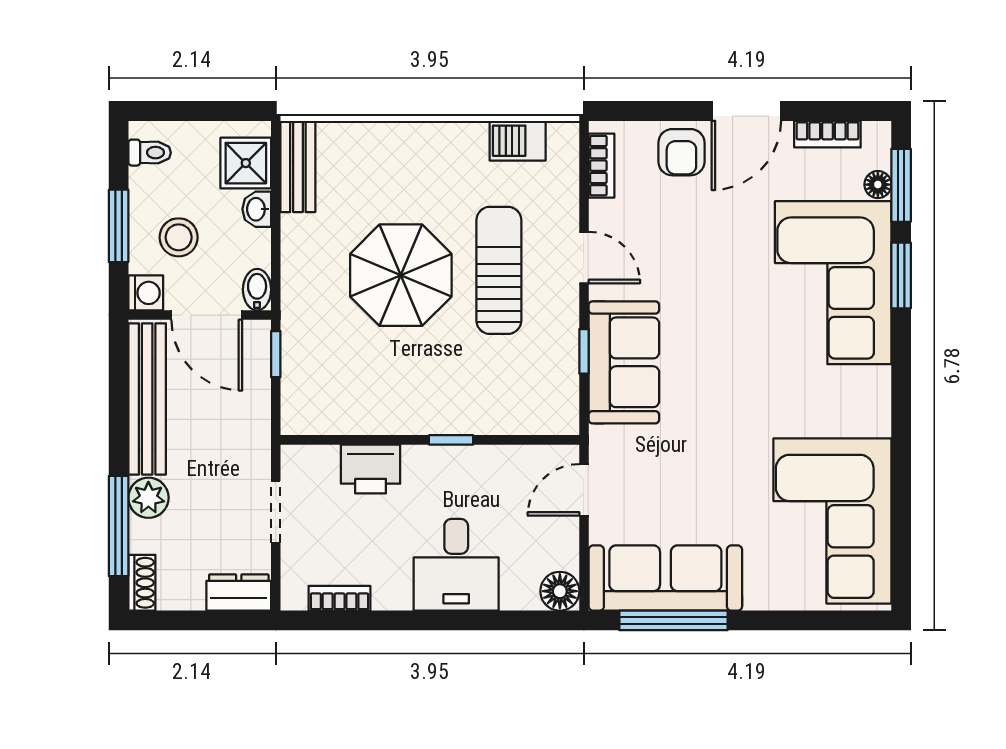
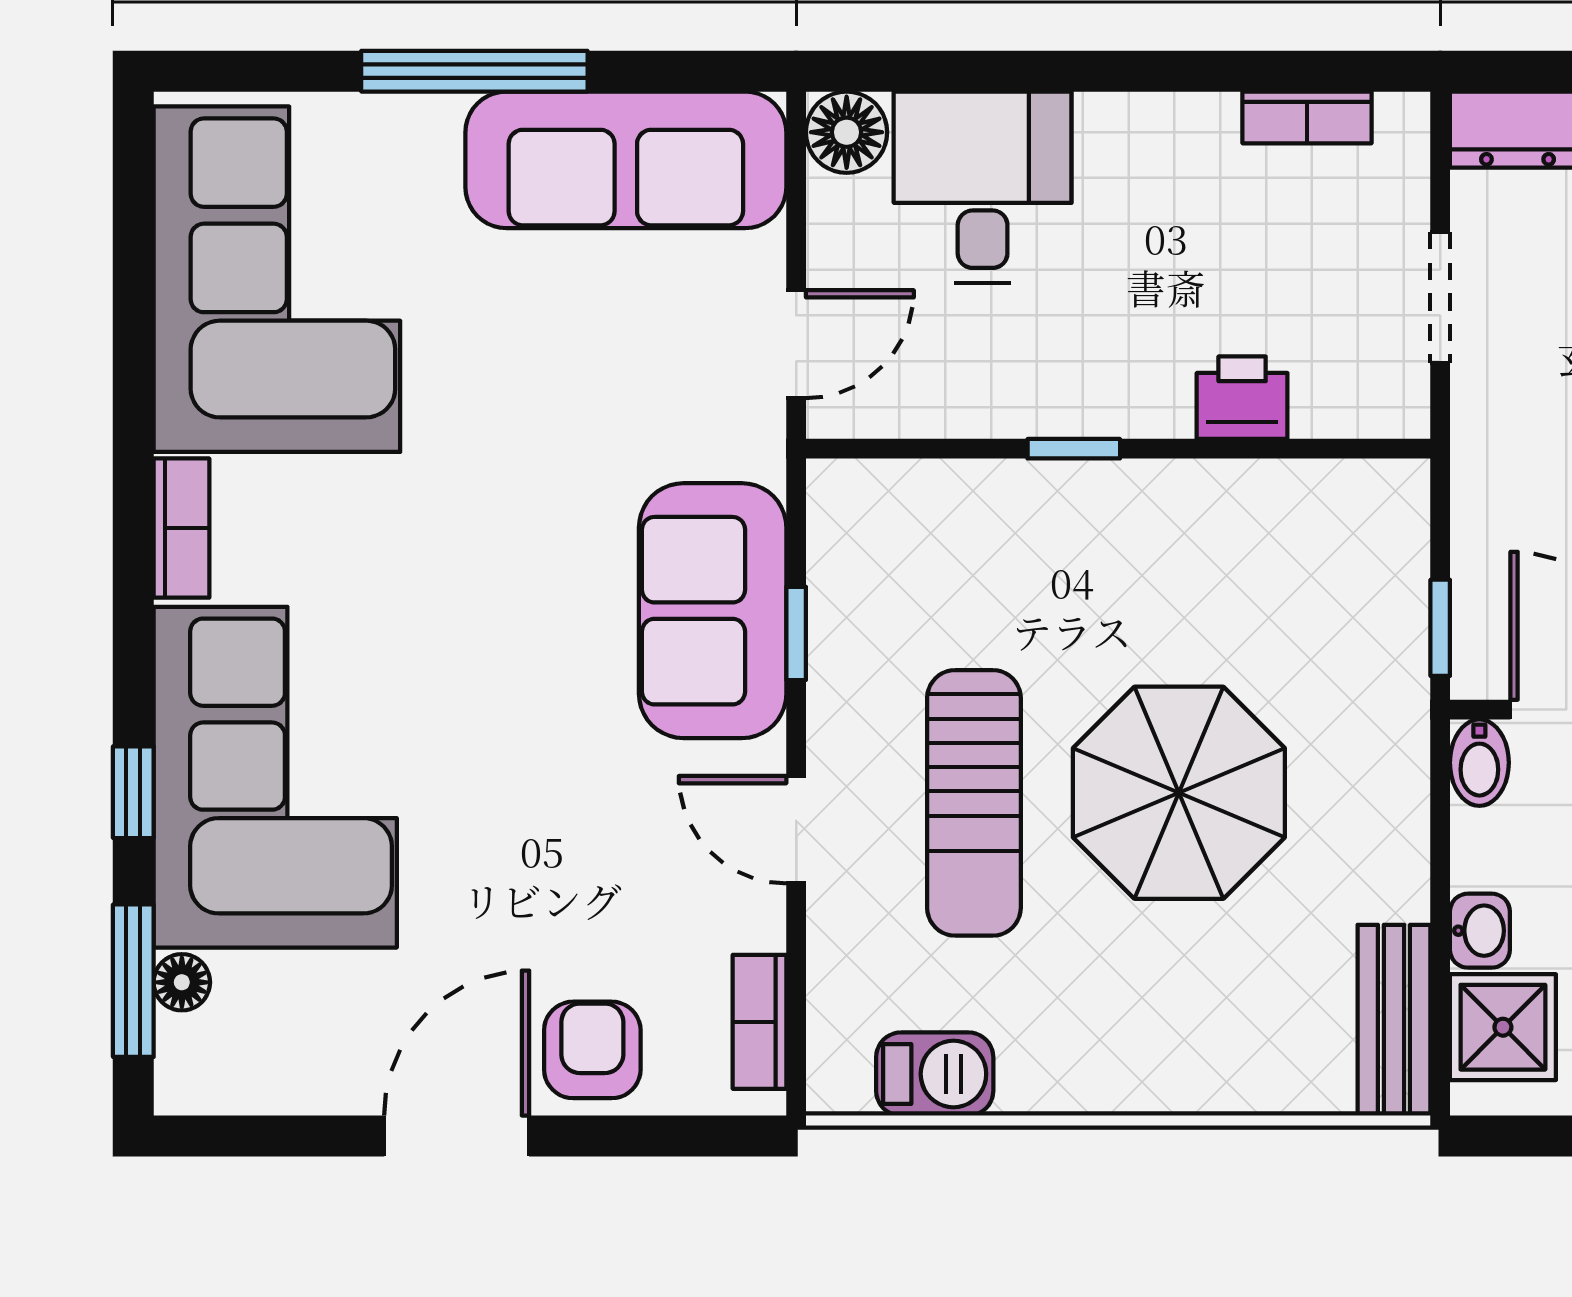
bookcase: (827, 134) -> (181, 528), moved, turned 90
window: (901, 275) -> (133, 792), width x0.67
printer: (371, 469) -> (1242, 398), width x0.73, depth x0.81
desk: (456, 565) -> (983, 187), moved
window: (673, 620) -> (474, 71), moved

